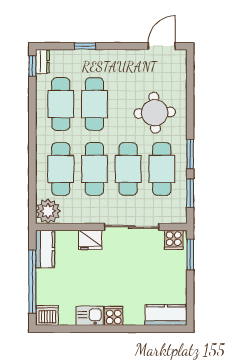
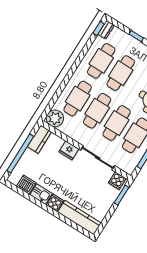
dishwasher: (47, 315) -> (26, 185), moved
kitchen counter: (166, 315) -> (79, 218), width x1.50

